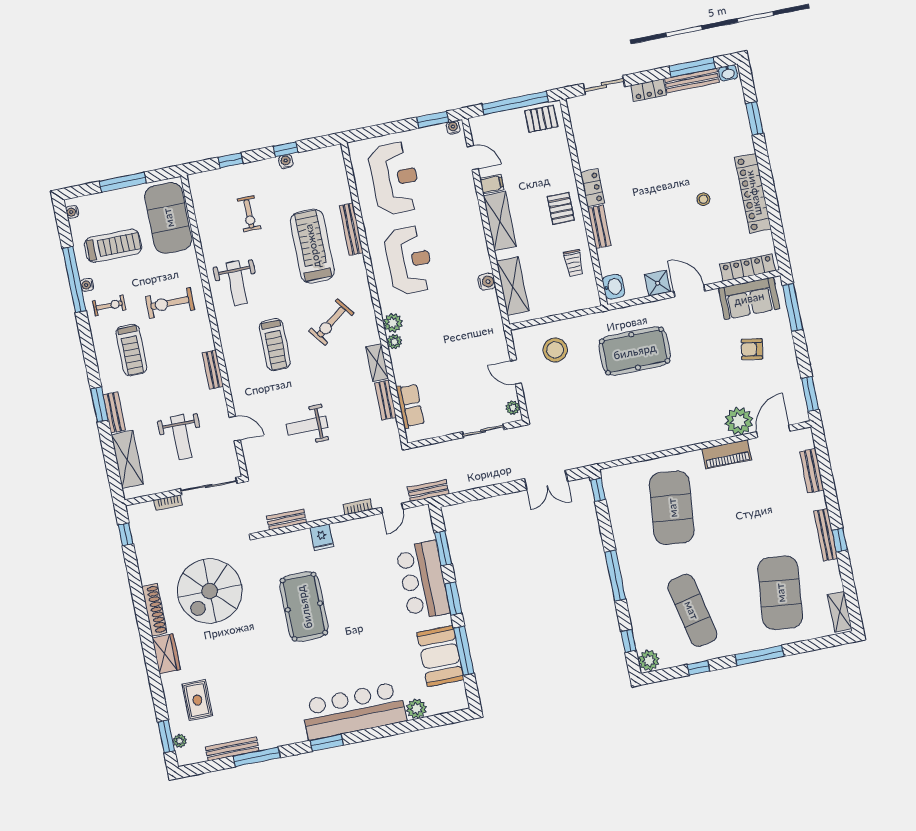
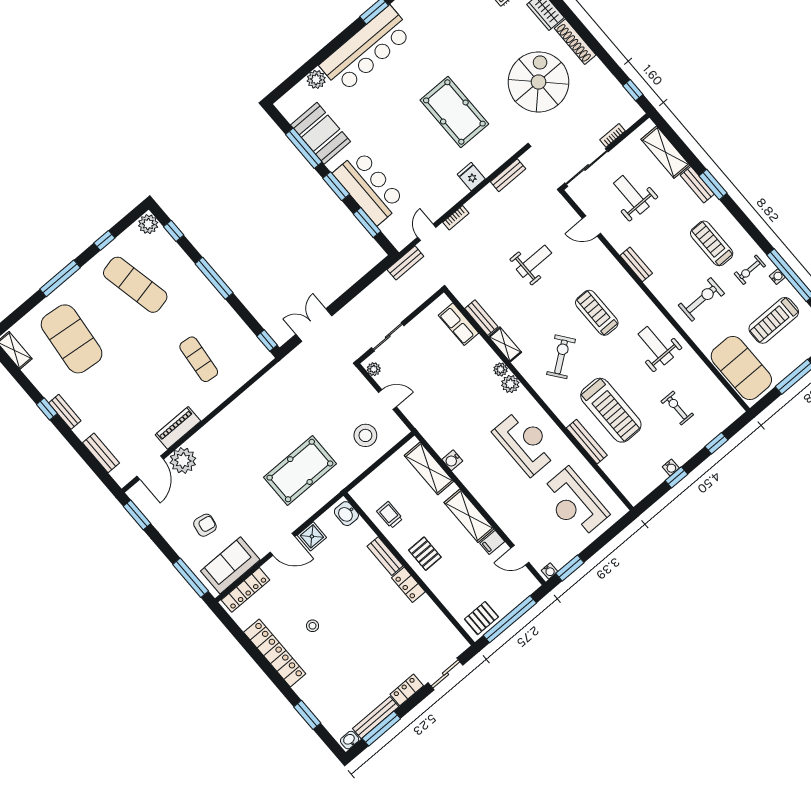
reception desk: (409, 260) -> (525, 442), turned 180
exercise mat: (672, 508) -> (199, 359), width x0.50, depth x0.69
bench: (826, 535) -> (65, 412), width x0.73

